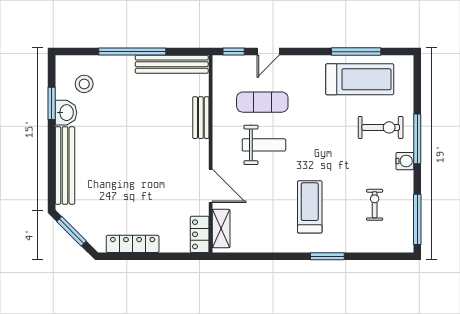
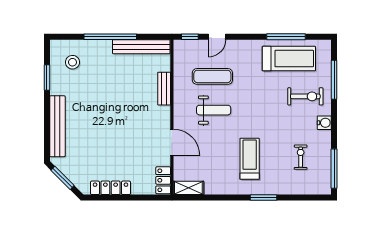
washbasin: (66, 113) -> (58, 85), removed
window: (417, 139) -> (334, 80), moved
shelving: (221, 228) -> (188, 188), moved, turned 90

